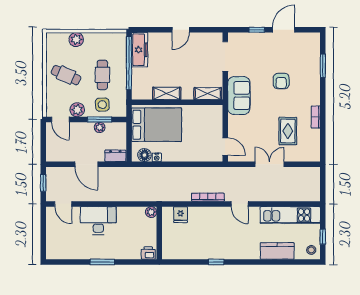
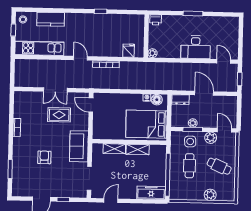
door: (181, 30) -> (111, 201), moved
freezer: (140, 50) -> (151, 193), moved, turned 90
shelving: (208, 94) -> (114, 149), moved
rug: (288, 131) -> (59, 115), moved, turned 90

